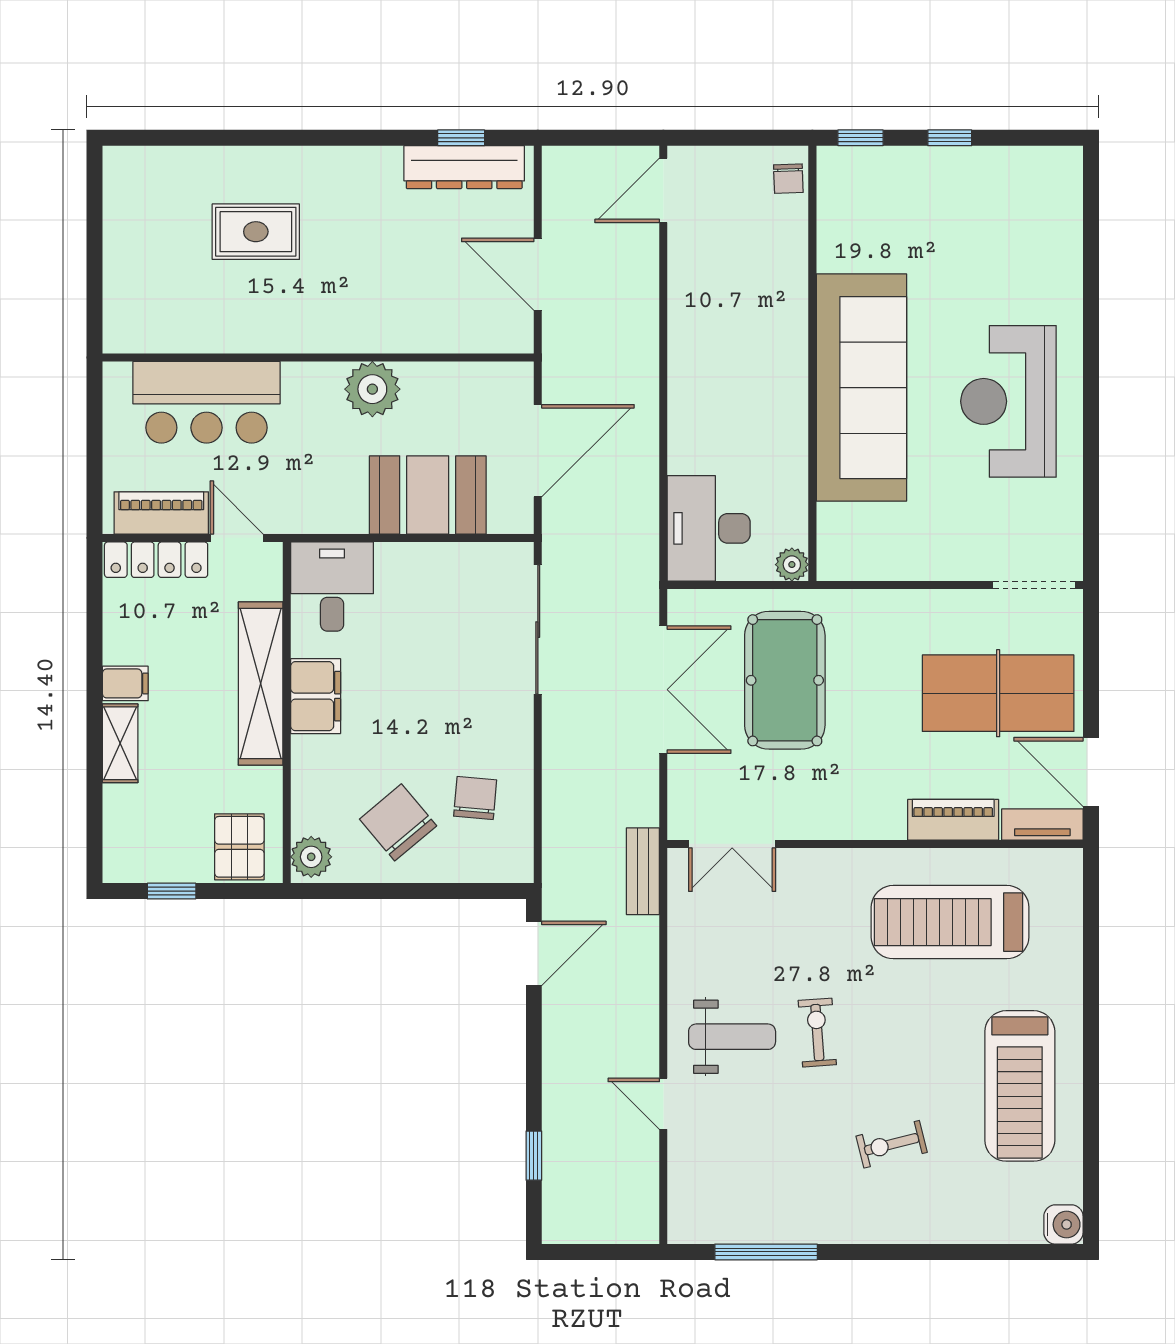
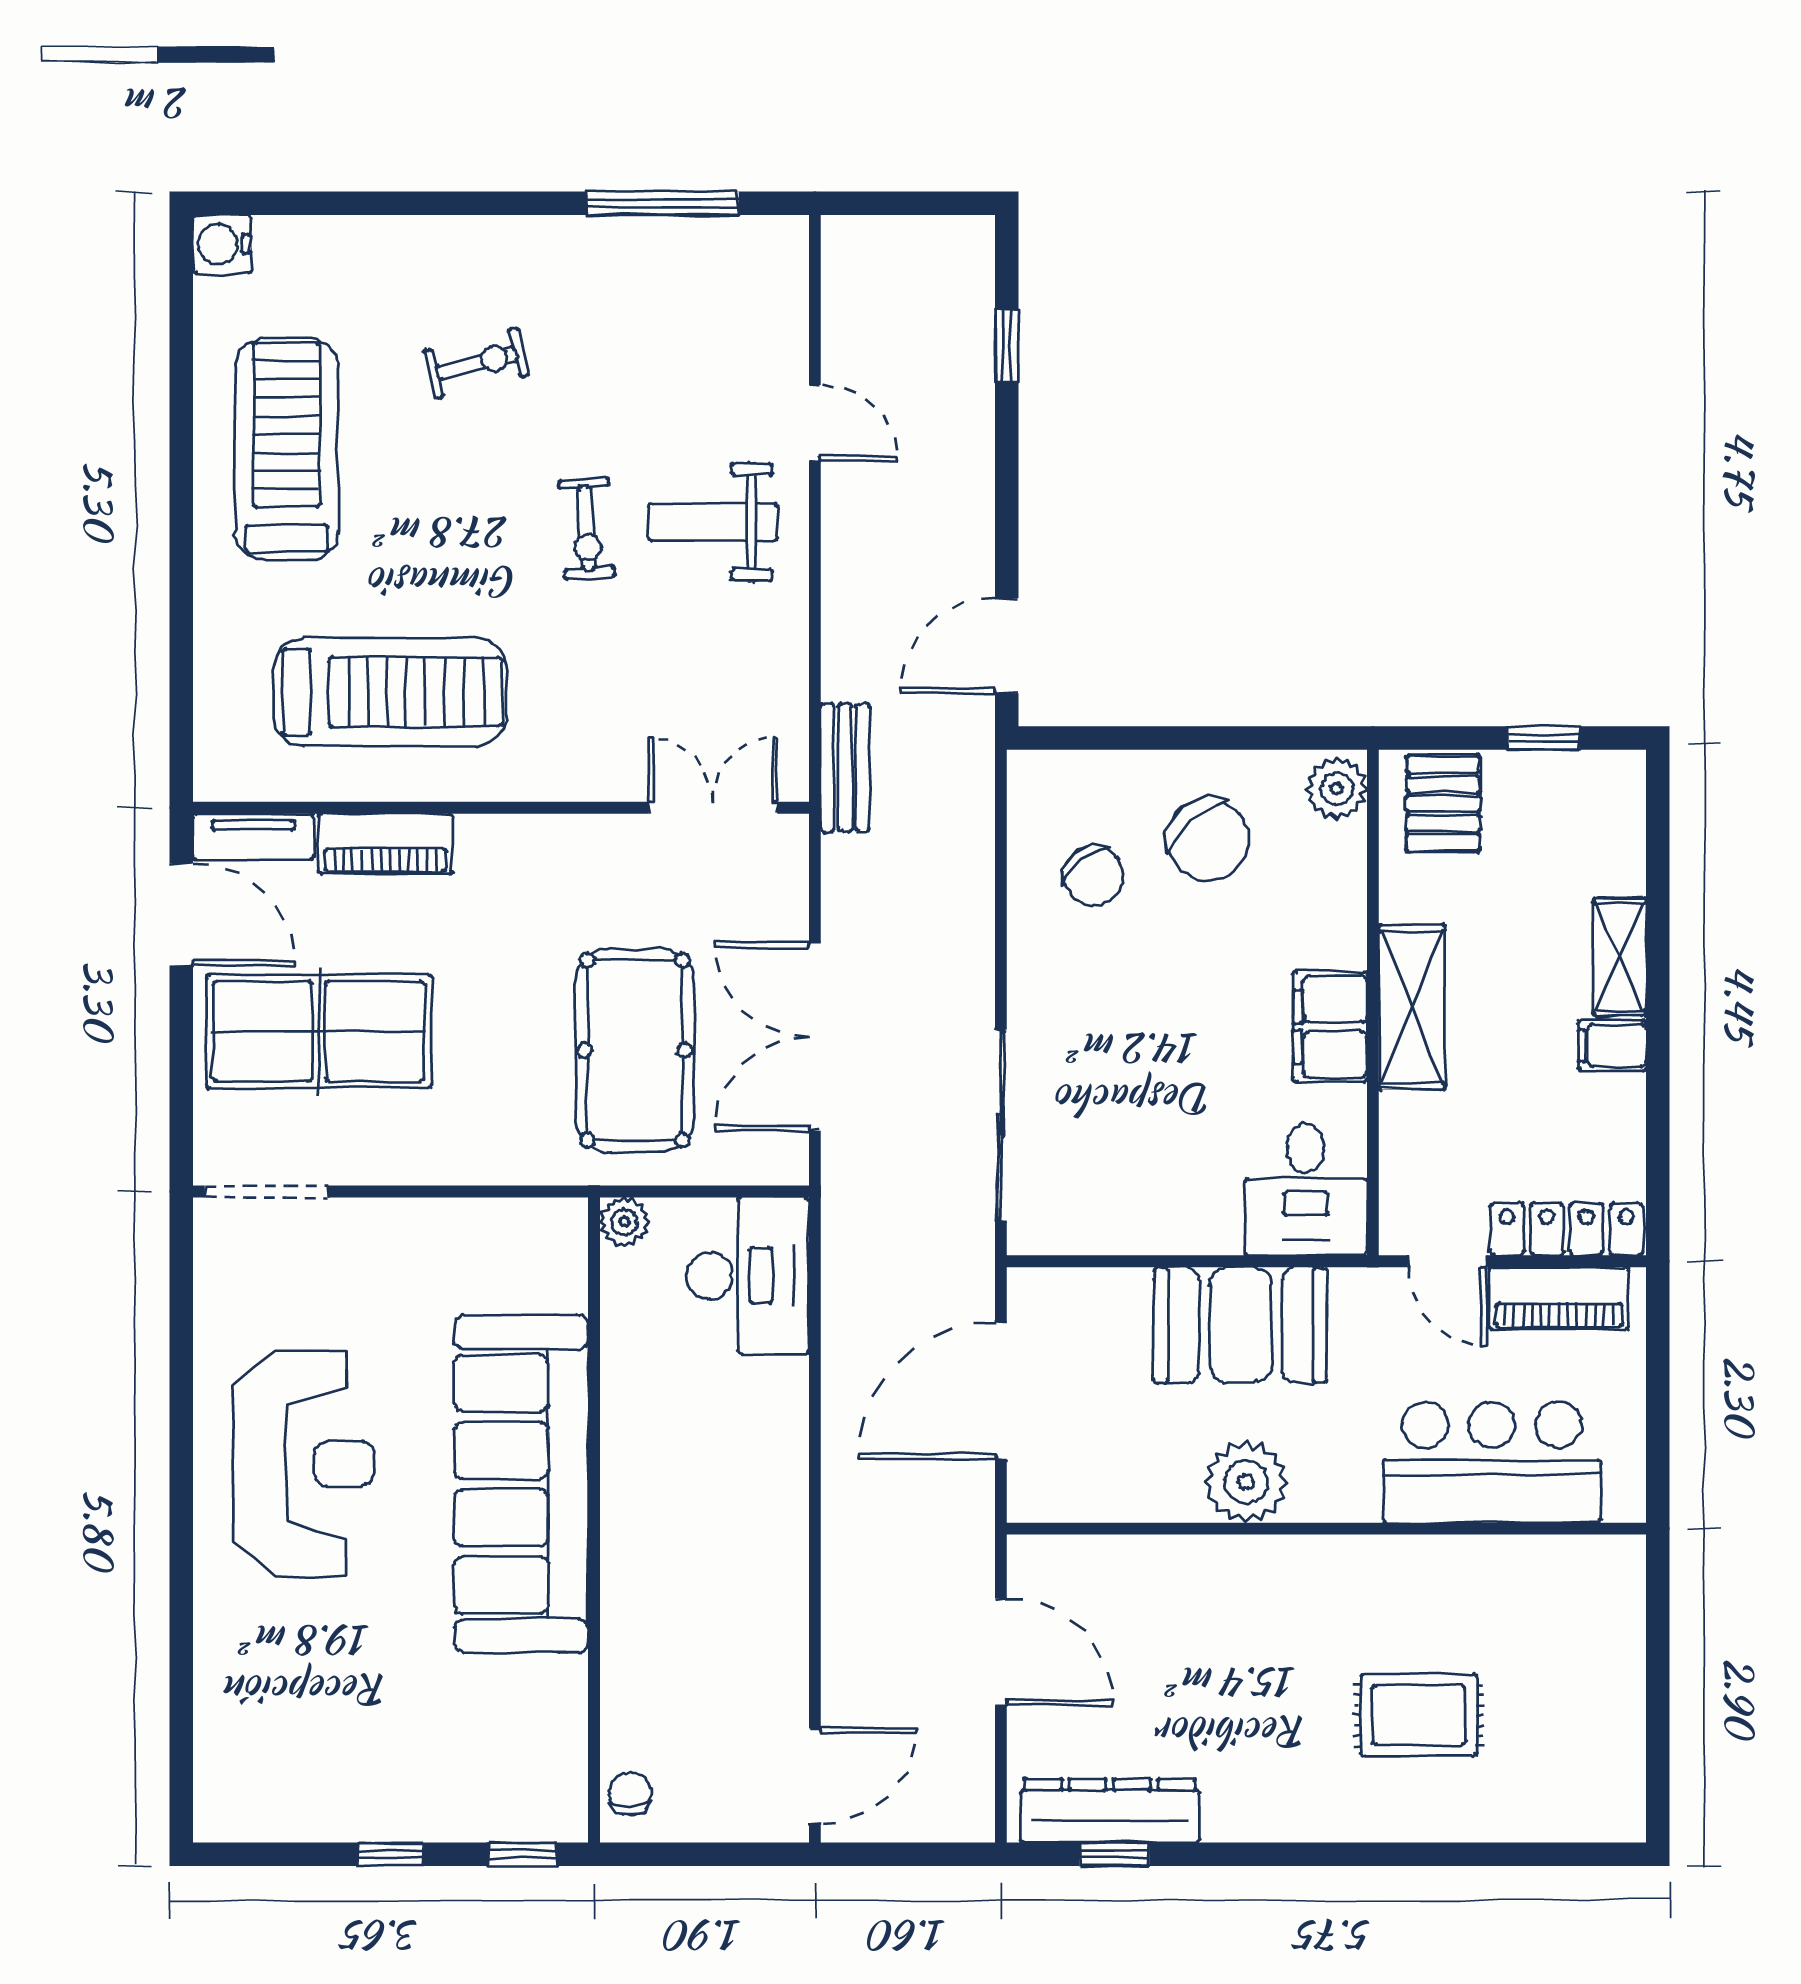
booth: (428, 495) -> (1241, 1325), moved
shelving: (261, 684) -> (1412, 1007), width x0.68
chair: (475, 798) -> (1094, 876), turned -45

